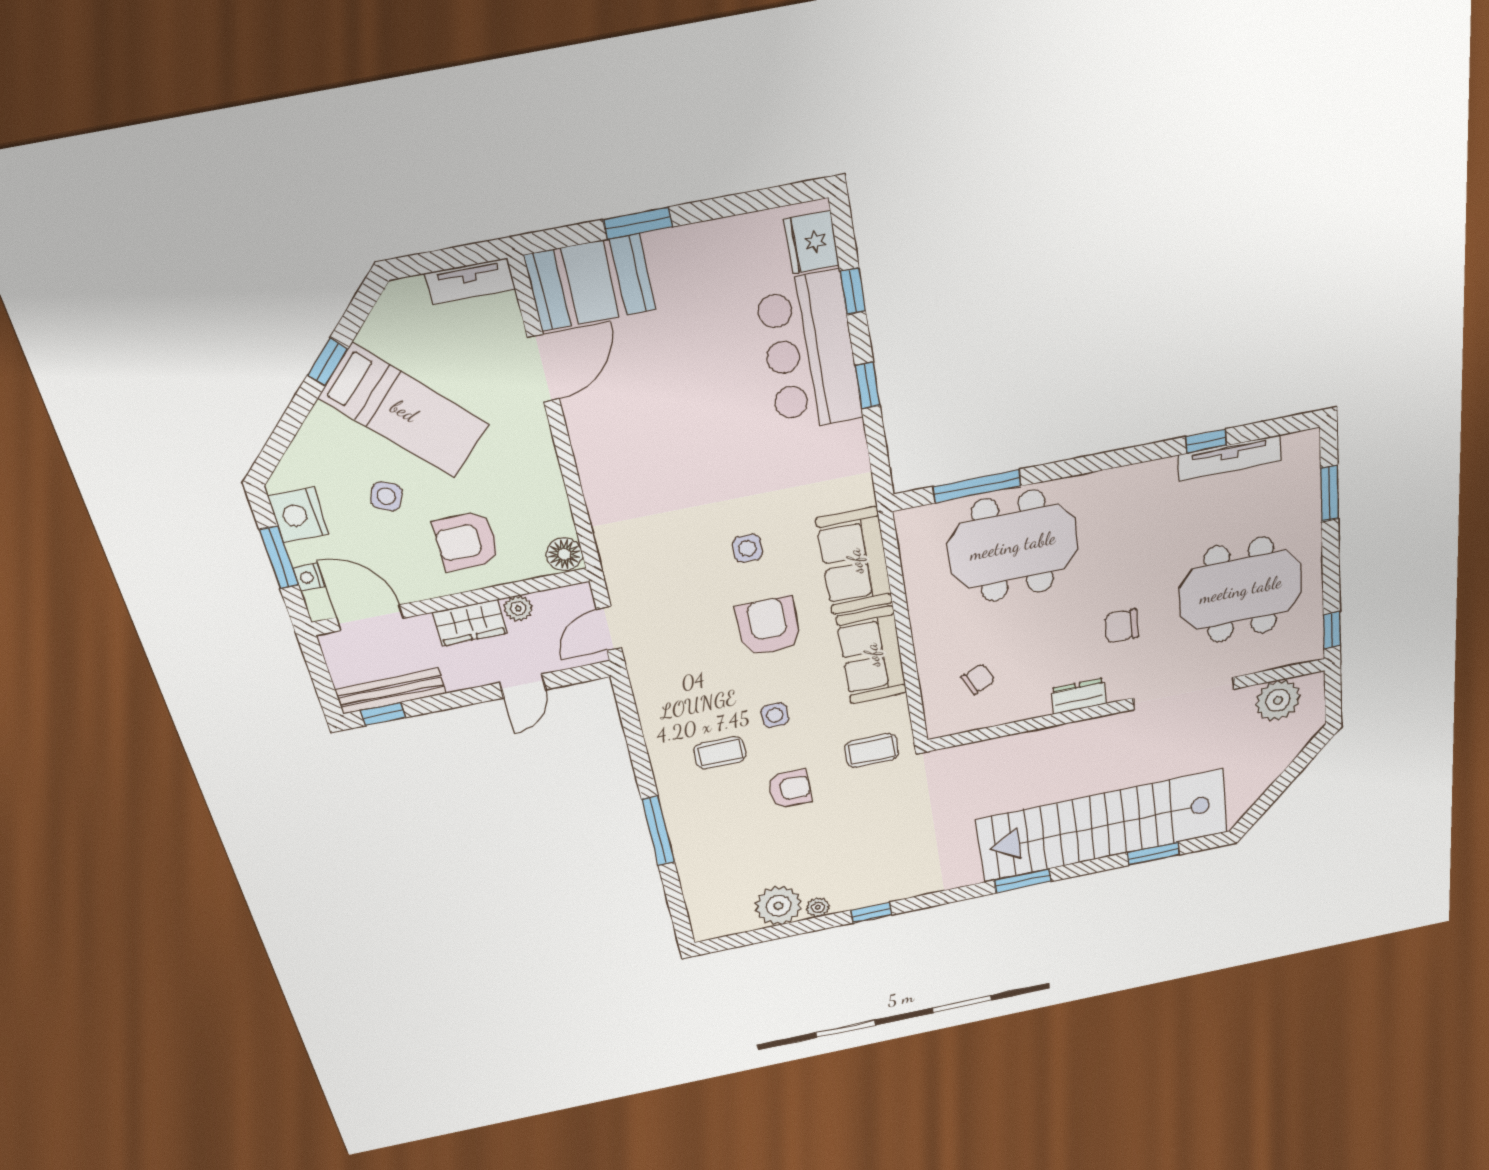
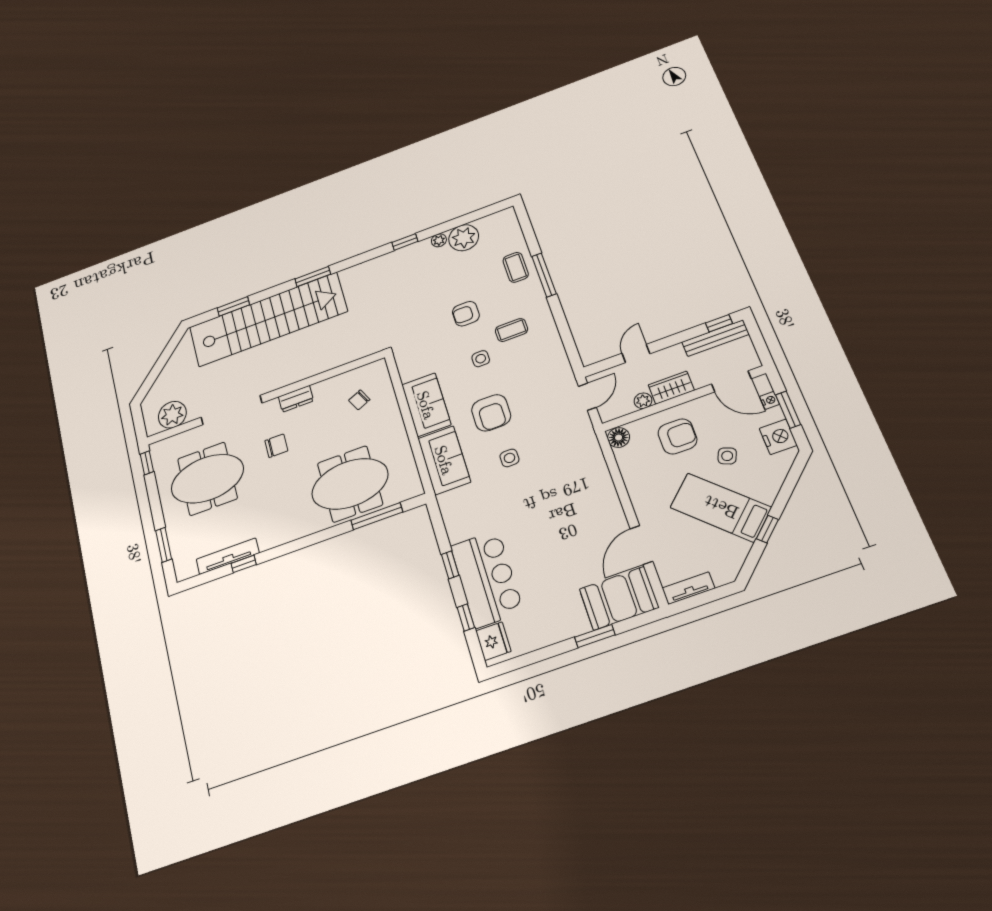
coffee table: (872, 751) -> (516, 267), moved, turned 90

